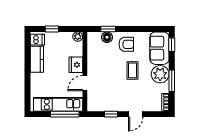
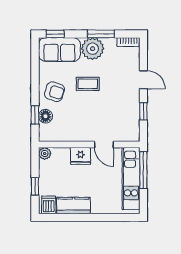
armchair: (126, 44) -> (55, 92), turned 108

